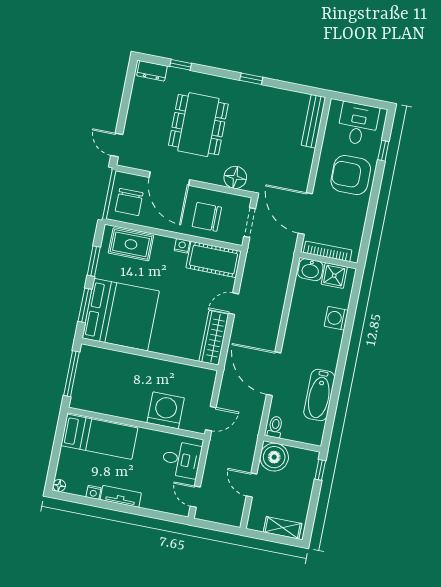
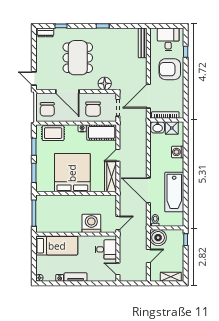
door: (305, 213) -> (148, 96), hinge flipped
chair: (207, 217) -> (93, 109), turned -90
bed: (121, 315) -> (72, 173), moved, turned -90
bathtub: (319, 395) -> (174, 192), width x1.36, depth x1.36
door: (252, 485) -> (148, 256), swing flipped

